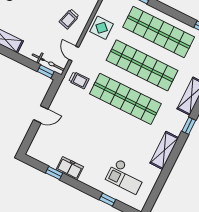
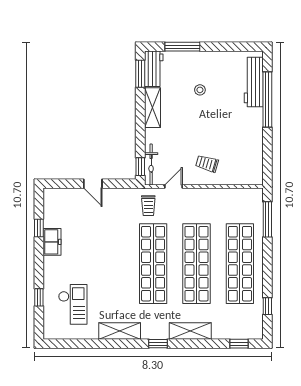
display table: (102, 28) -> (215, 202), removed
checkout: (126, 176) -> (73, 304), turned 180

